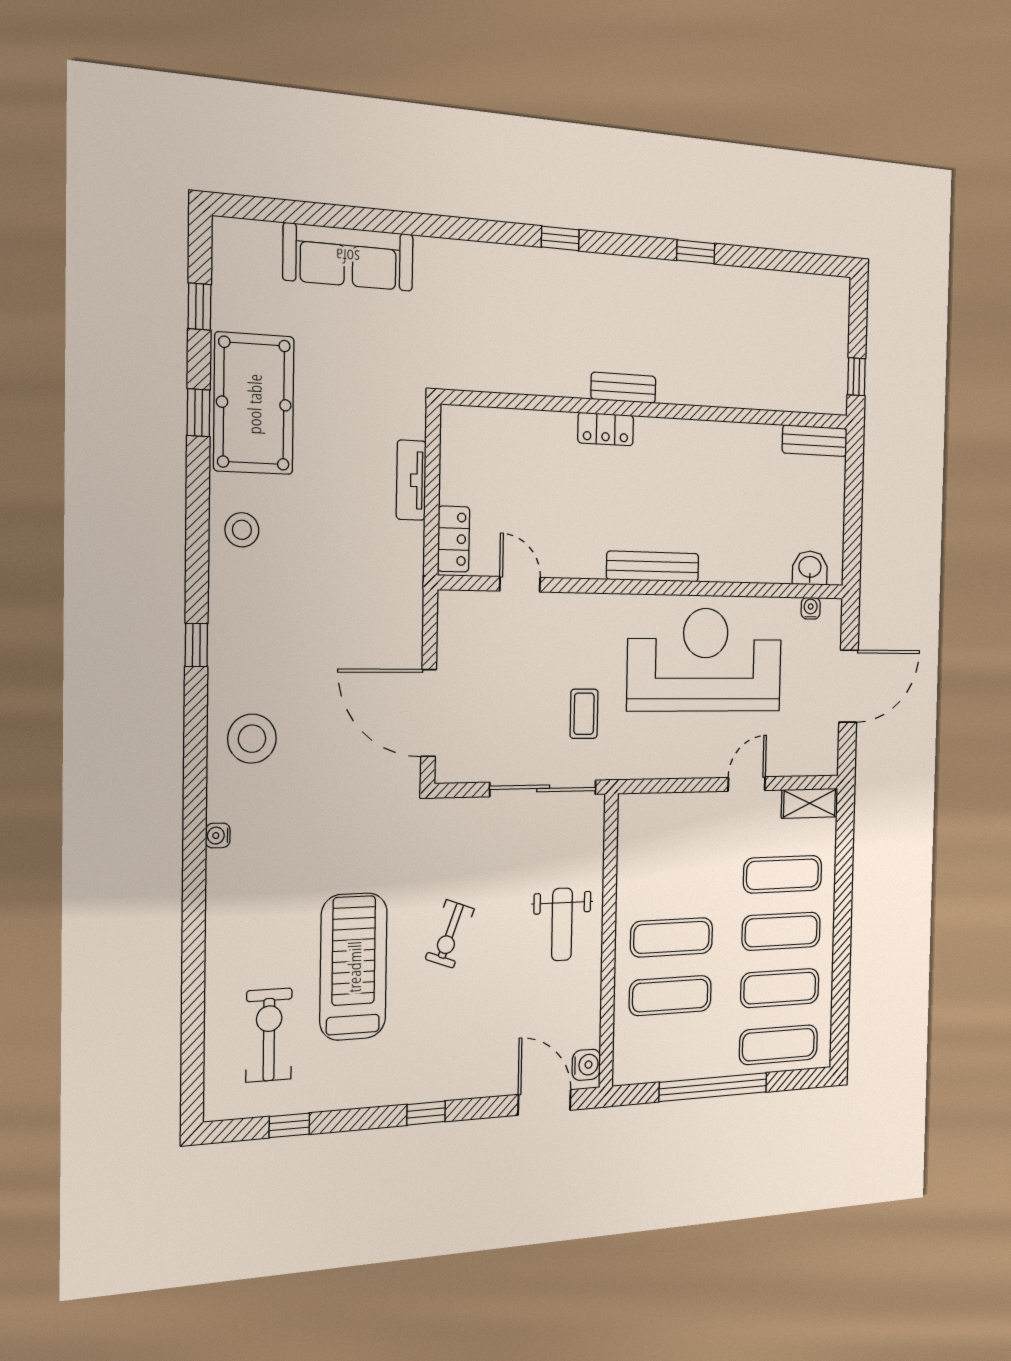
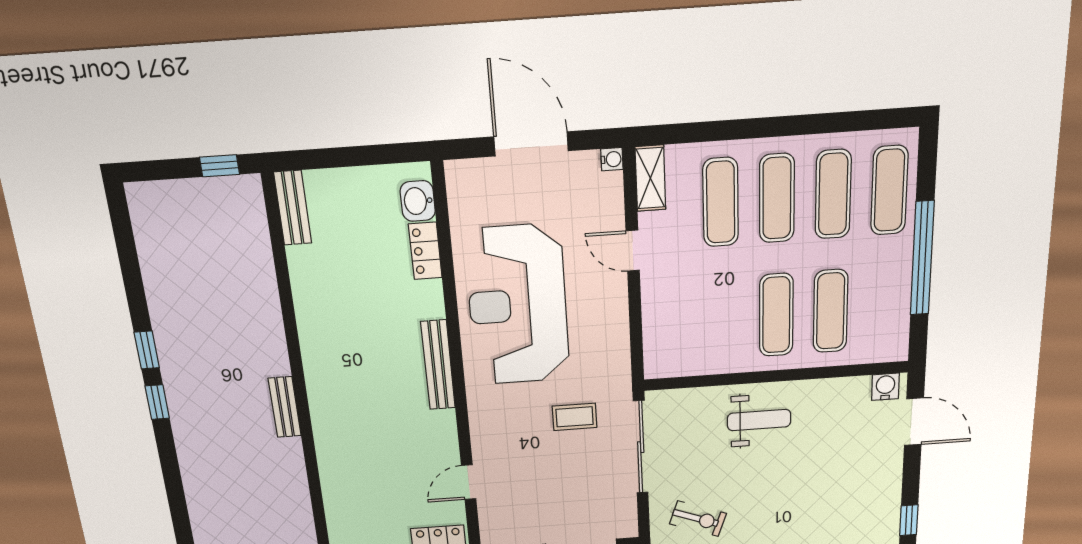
window: (560, 238) -> (157, 402), moved
locker: (606, 429) -> (425, 251), moved, turned 180
water cooler: (811, 608) -> (612, 159), moved, turned 180
exercise bike: (450, 934) -> (698, 519), moved
door: (544, 1102) -> (914, 422), swing flipped

